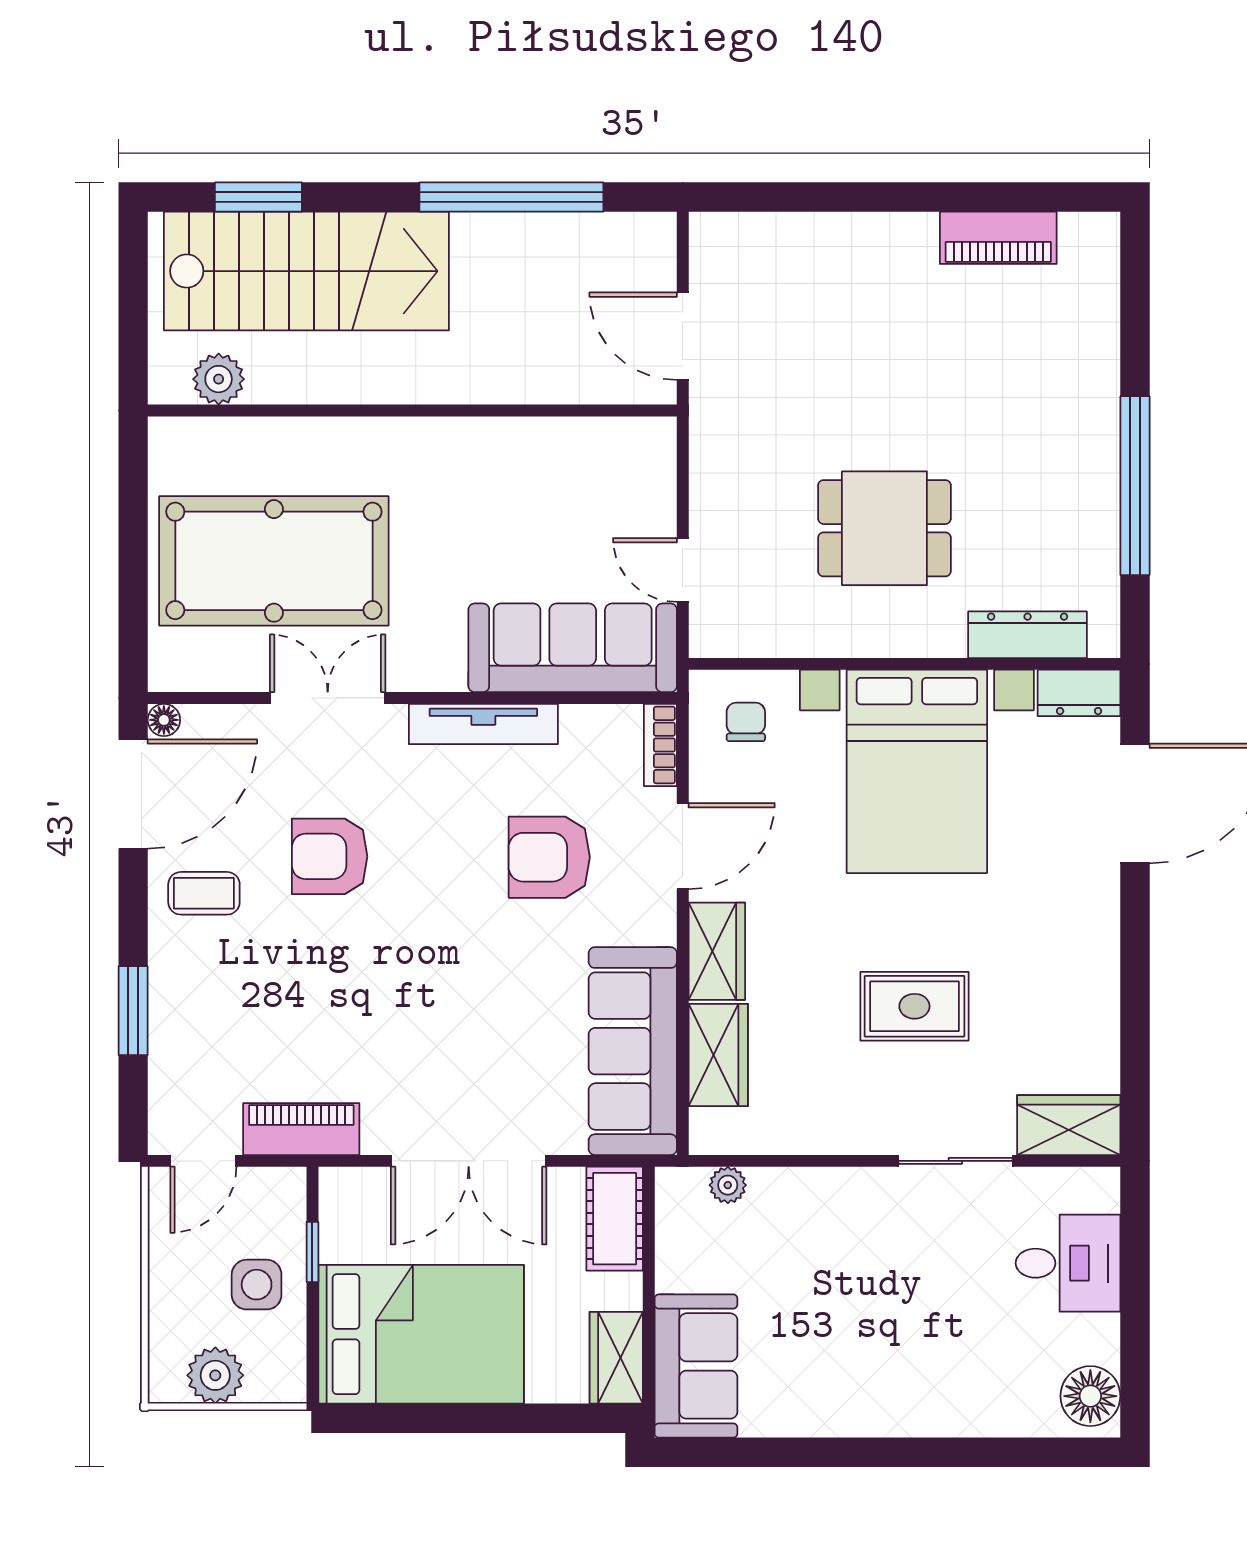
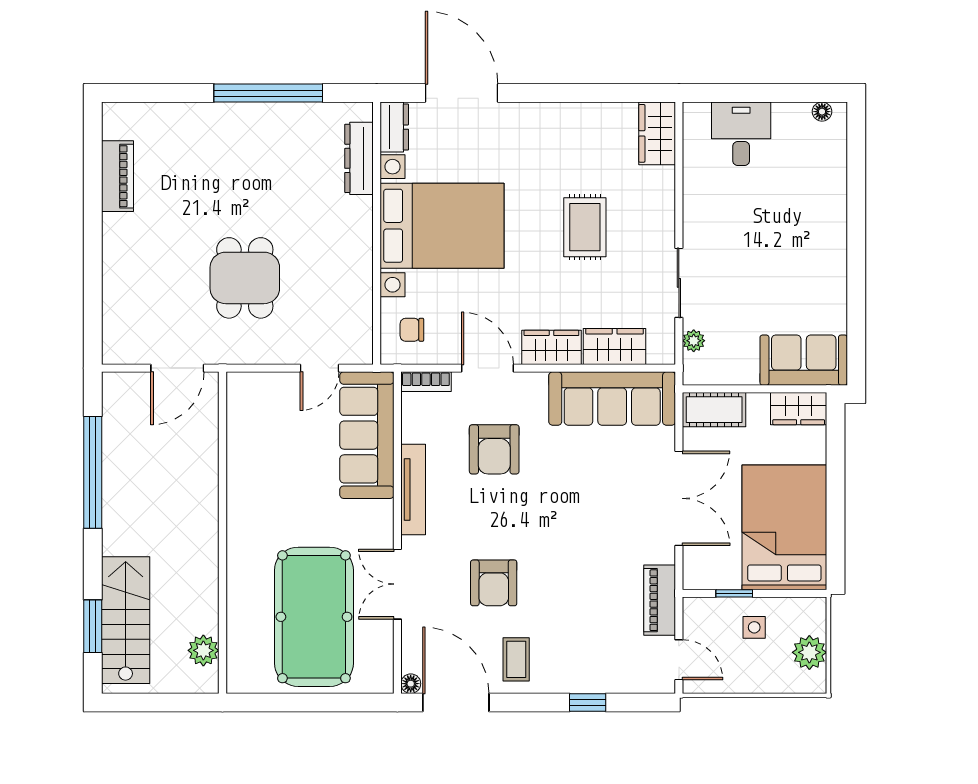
stairs: (306, 271) -> (126, 620), width x0.73, depth x0.66
dining table: (884, 528) -> (245, 278), moved
window: (133, 1011) -> (588, 702), width x0.67
sliding door: (955, 1161) -> (679, 283), moved
side table: (257, 1285) -> (754, 627), width x0.73, depth x0.73
floor lamp: (1090, 1396) -> (822, 112), width x0.53, depth x0.53

